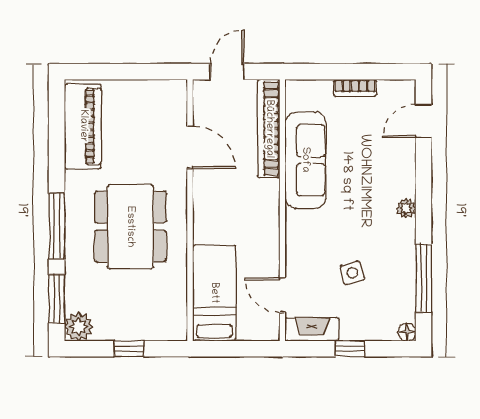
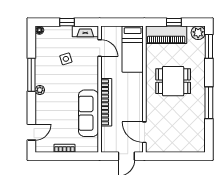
piano: (83, 126) -> (166, 35), moved, turned -90
bookcase: (269, 129) -> (106, 102), moved
door: (190, 147) -> (144, 132), moved
window: (57, 226) -> (209, 103), moved
dining table: (130, 227) -> (173, 81), width x0.73
window: (423, 278) -> (31, 75), moved

